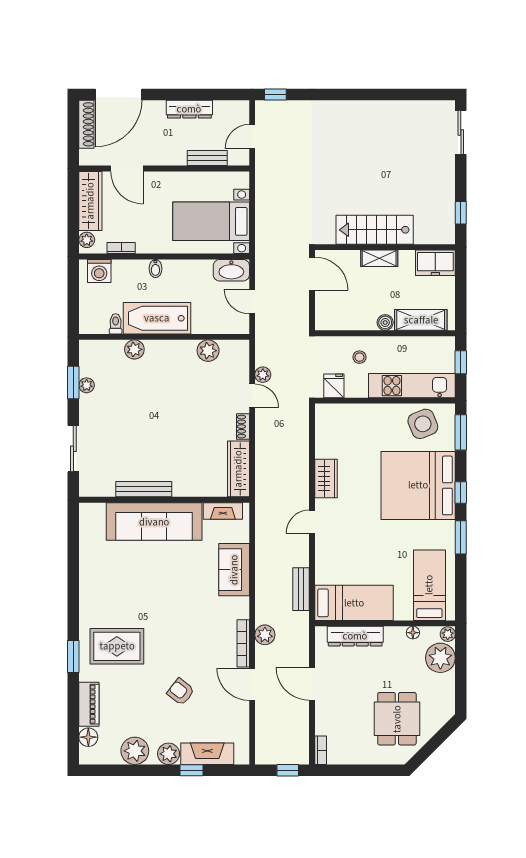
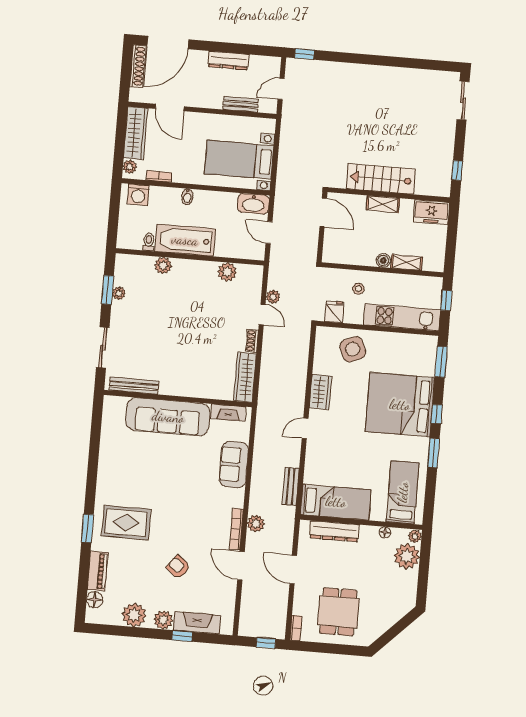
shelving: (421, 320) -> (407, 262), width x0.67, depth x0.75
side table: (423, 424) -> (353, 349), moved
bench: (144, 489) -> (134, 386), moved
dining table: (397, 719) -> (338, 612), moved

